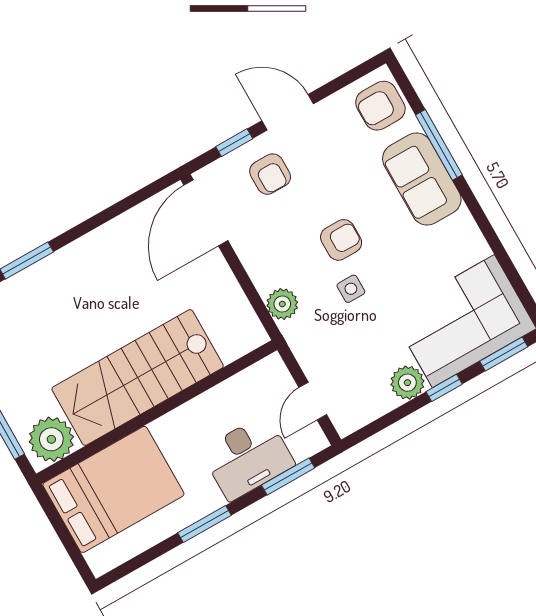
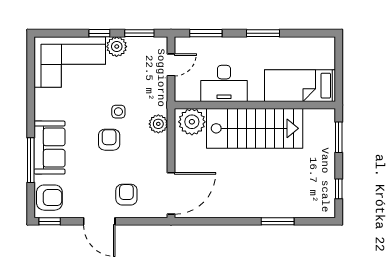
window: (234, 143) -> (50, 221), moved
armchair: (341, 240) -> (109, 140), turned 90
window: (504, 354) -> (139, 33), moved
plant: (51, 439) -> (192, 122), moved
desk: (248, 458) -> (224, 83), moved, turned 180
bed: (113, 489) -> (300, 86), width x0.67

